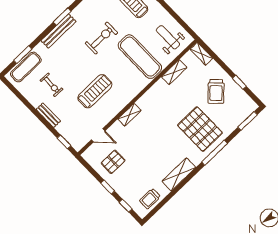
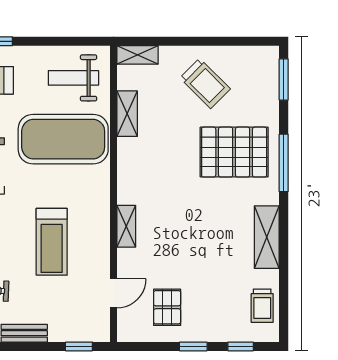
exercise mat: (140, 57) -> (63, 139), width x1.47
window: (239, 82) -> (223, 41), removed
treadmill: (95, 91) -> (52, 242), turned 180

